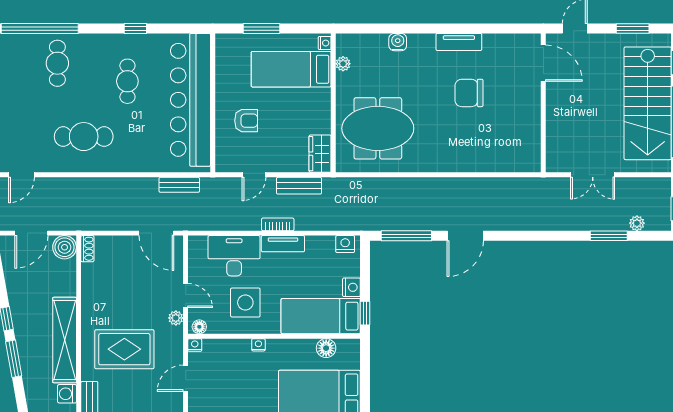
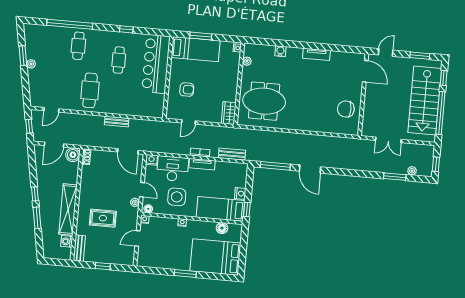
bed: (291, 69) -> (196, 49), moved, turned 180
chair: (469, 93) -> (346, 109), moved
bar counter: (191, 100) -> (156, 64), width x0.73
cafe table: (84, 137) -> (90, 90), turned 90
bench: (179, 185) -> (117, 122), moved
bench: (299, 186) -> (232, 154), moved
door: (465, 236) -> (310, 169), hinge flipped
nightstand: (345, 244) -> (151, 160), moved
rug: (124, 349) -> (103, 218), width x0.73, depth x0.70

